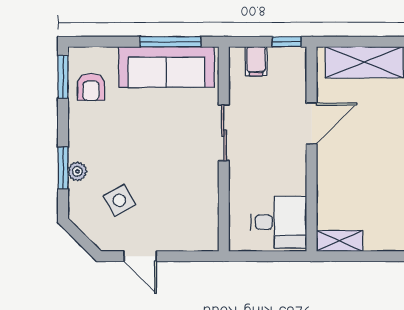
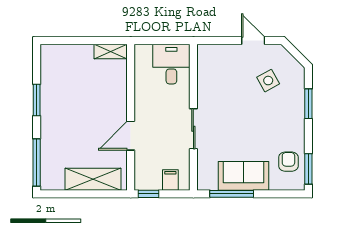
sofa: (167, 67) -> (244, 176), width x0.73
plant: (77, 171) -> (298, 101), removed
desk: (279, 222) -> (171, 64), moved, turned 90

